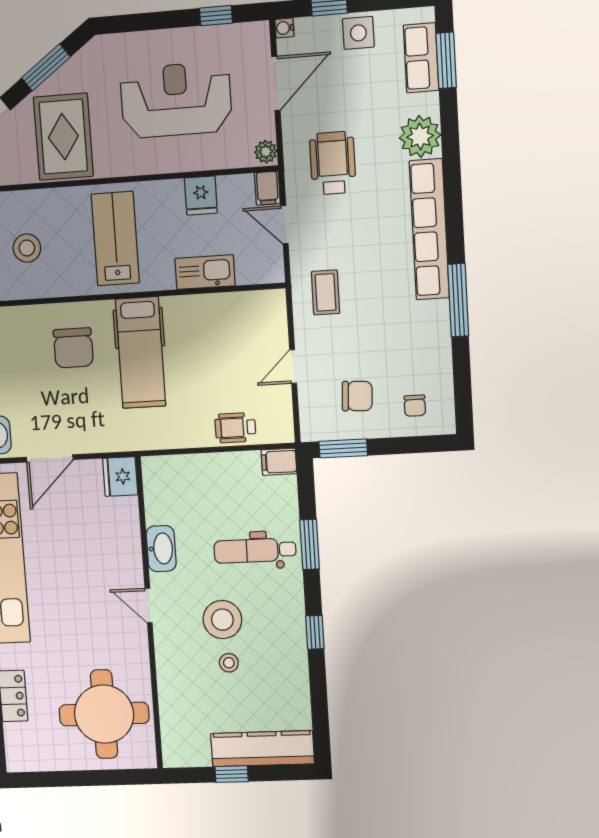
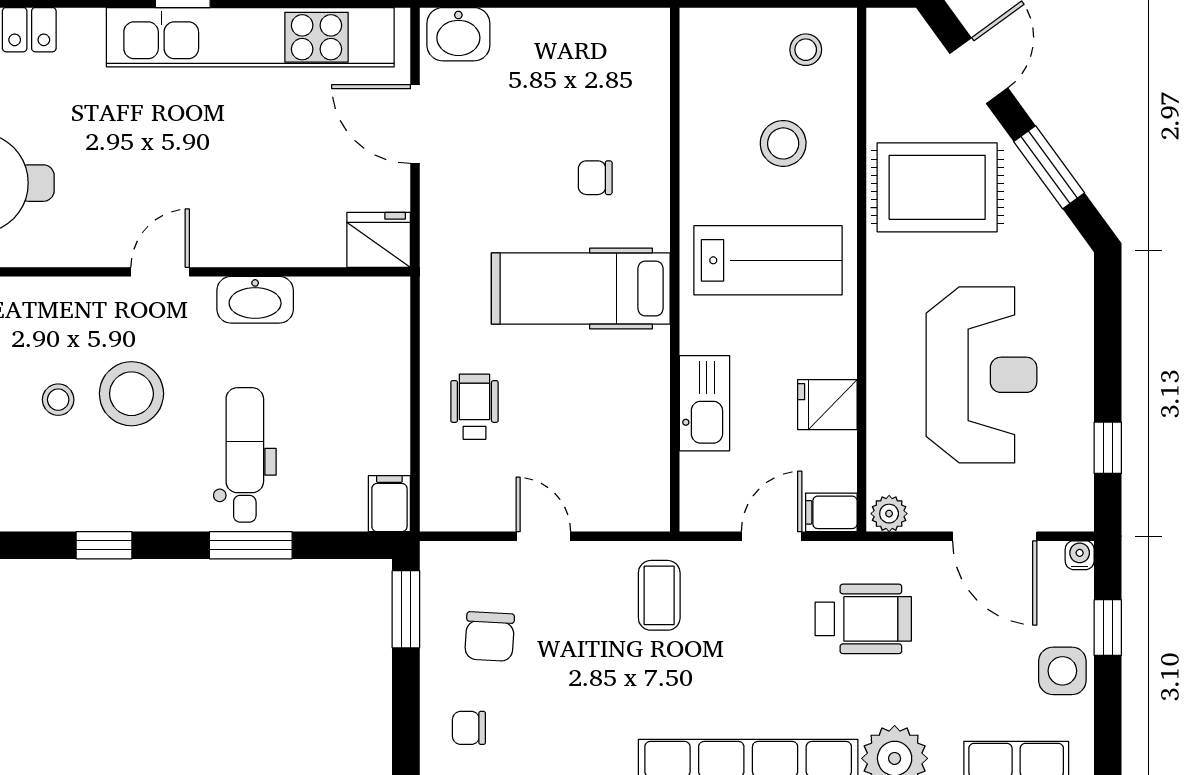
stool: (27, 248) -> (783, 143), moved
coffee table: (325, 292) -> (659, 595), turned 90
chair: (73, 348) -> (595, 178), width x0.54, depth x0.54
wheelchair: (235, 428) -> (474, 407), moved

